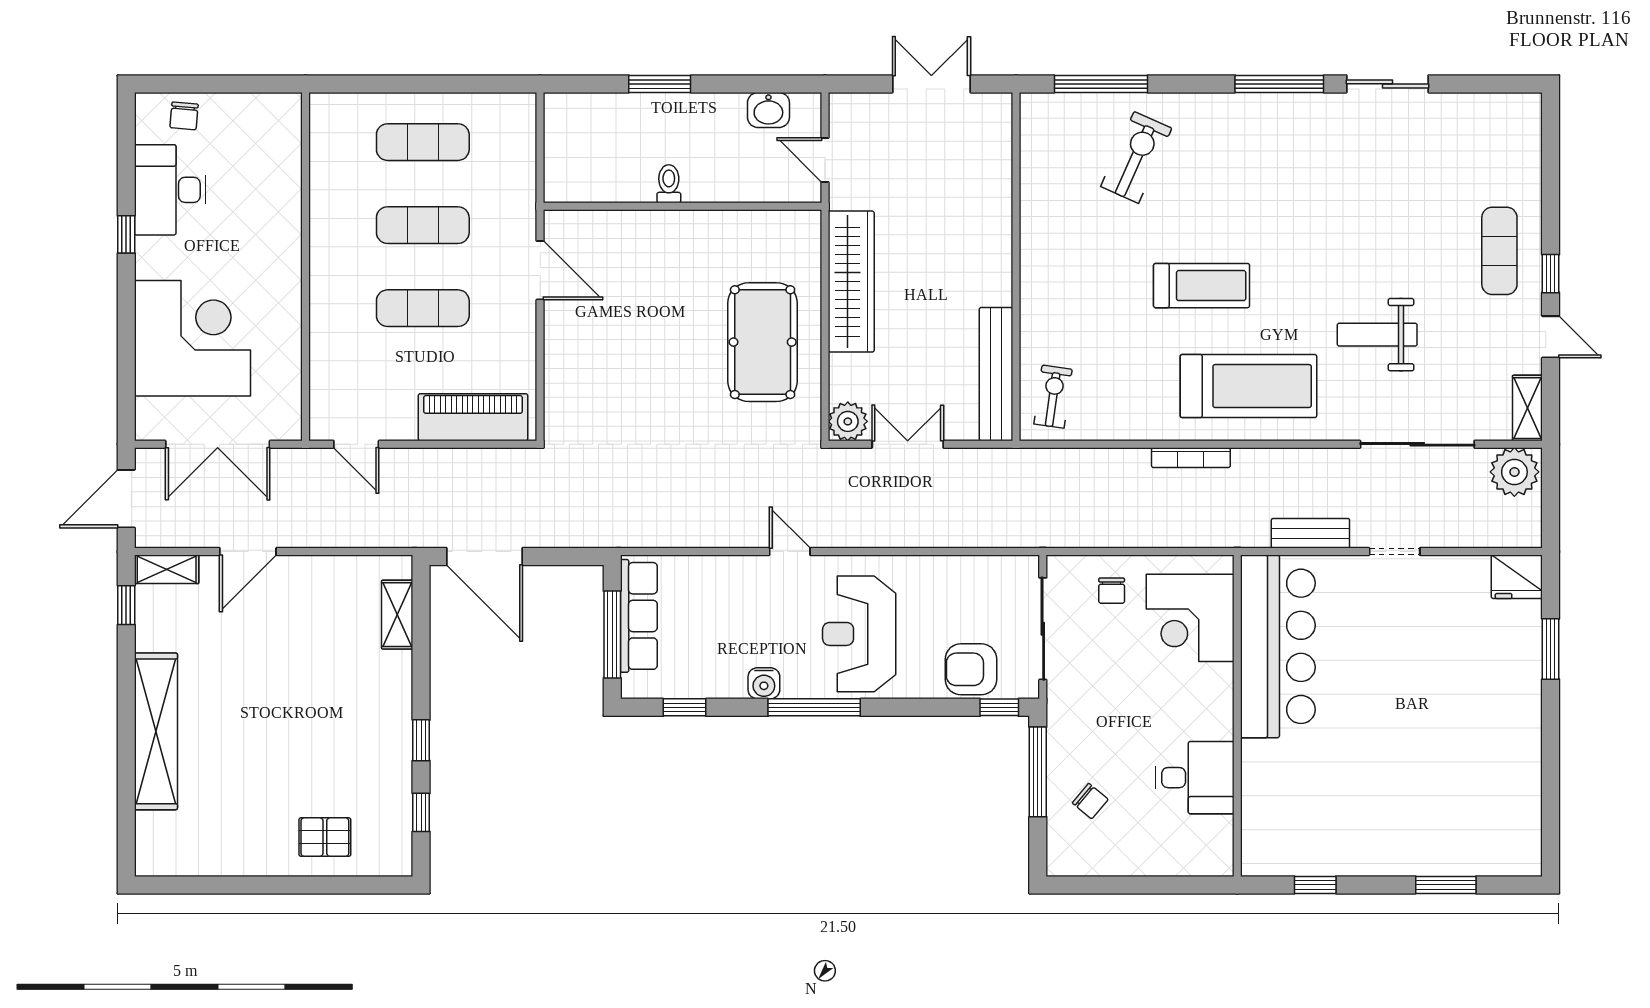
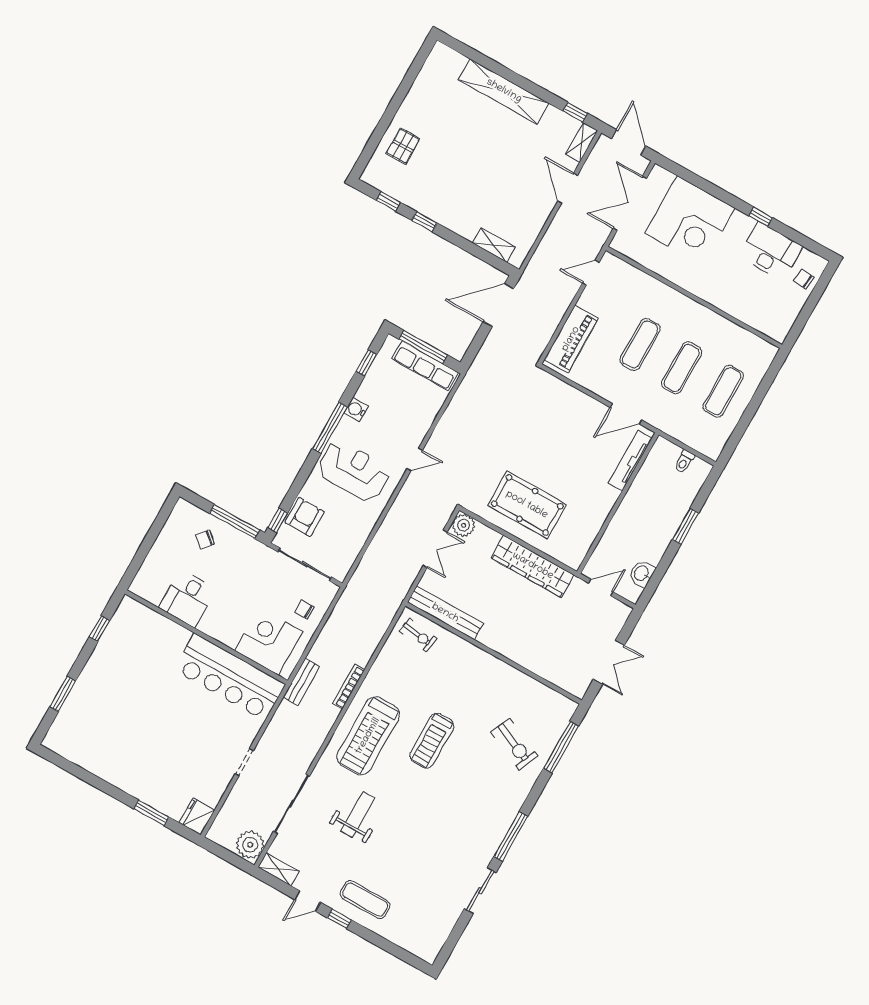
toilet: (669, 184) -> (684, 461), moved, turned 90
tv unit: (607, 224) -> (630, 461), added
bench: (1310, 533) -> (302, 682), moved

